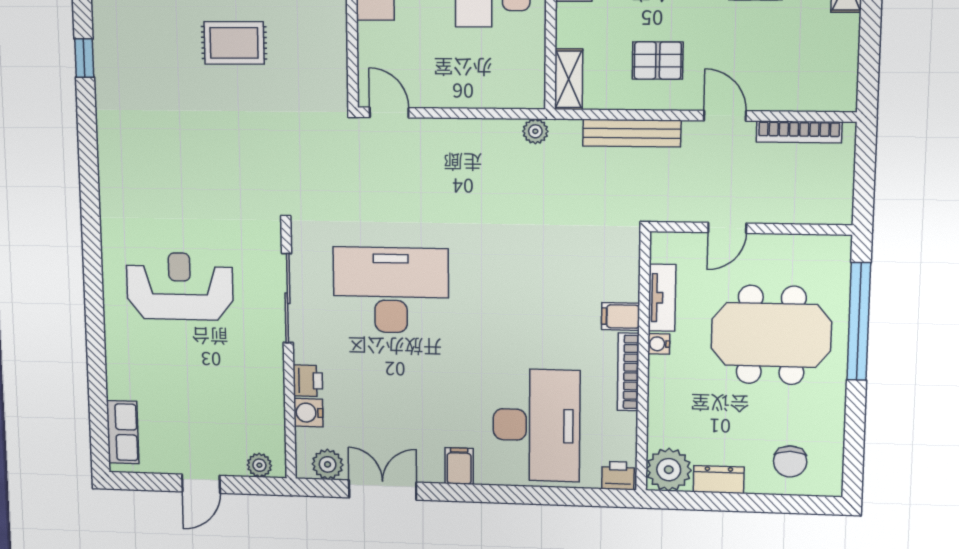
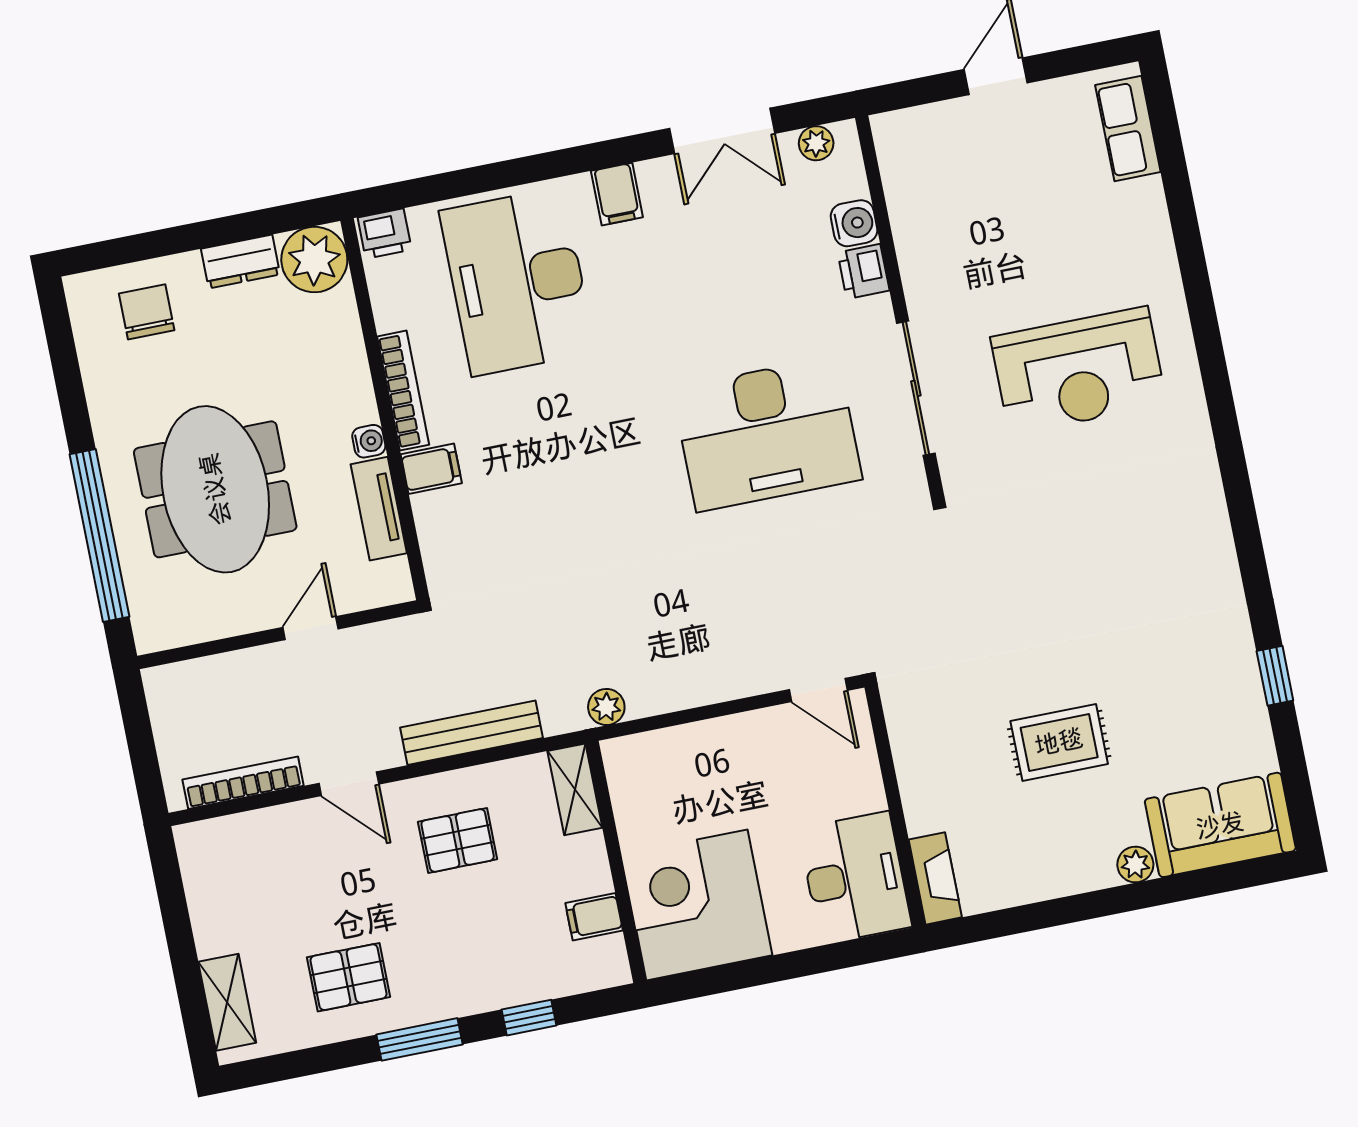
meeting table: (771, 335) -> (215, 489), turned 90
plant: (328, 464) -> (816, 143), width x0.73, depth x0.73
plant: (259, 465) -> (913, 126), removed

